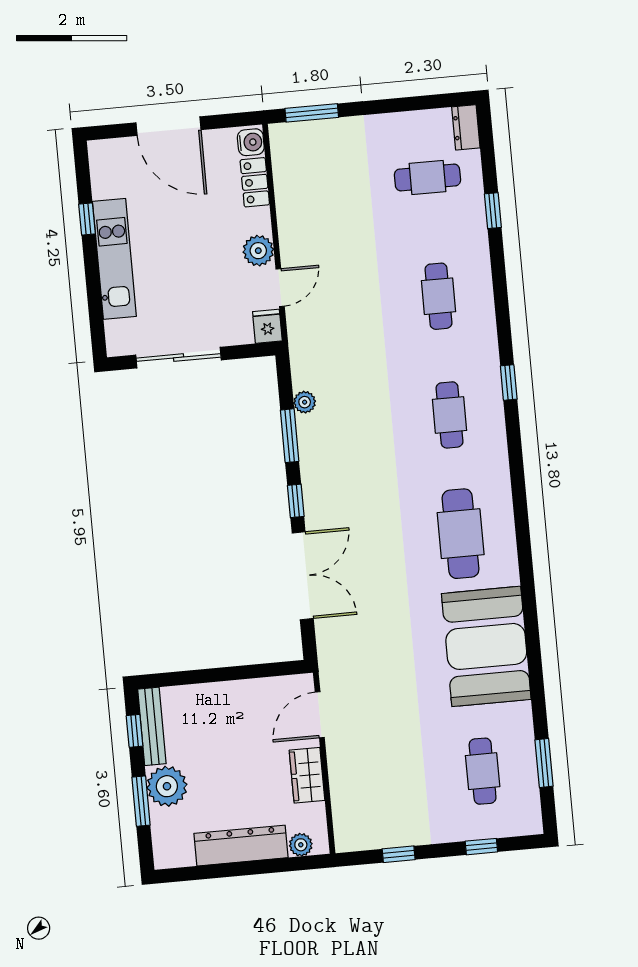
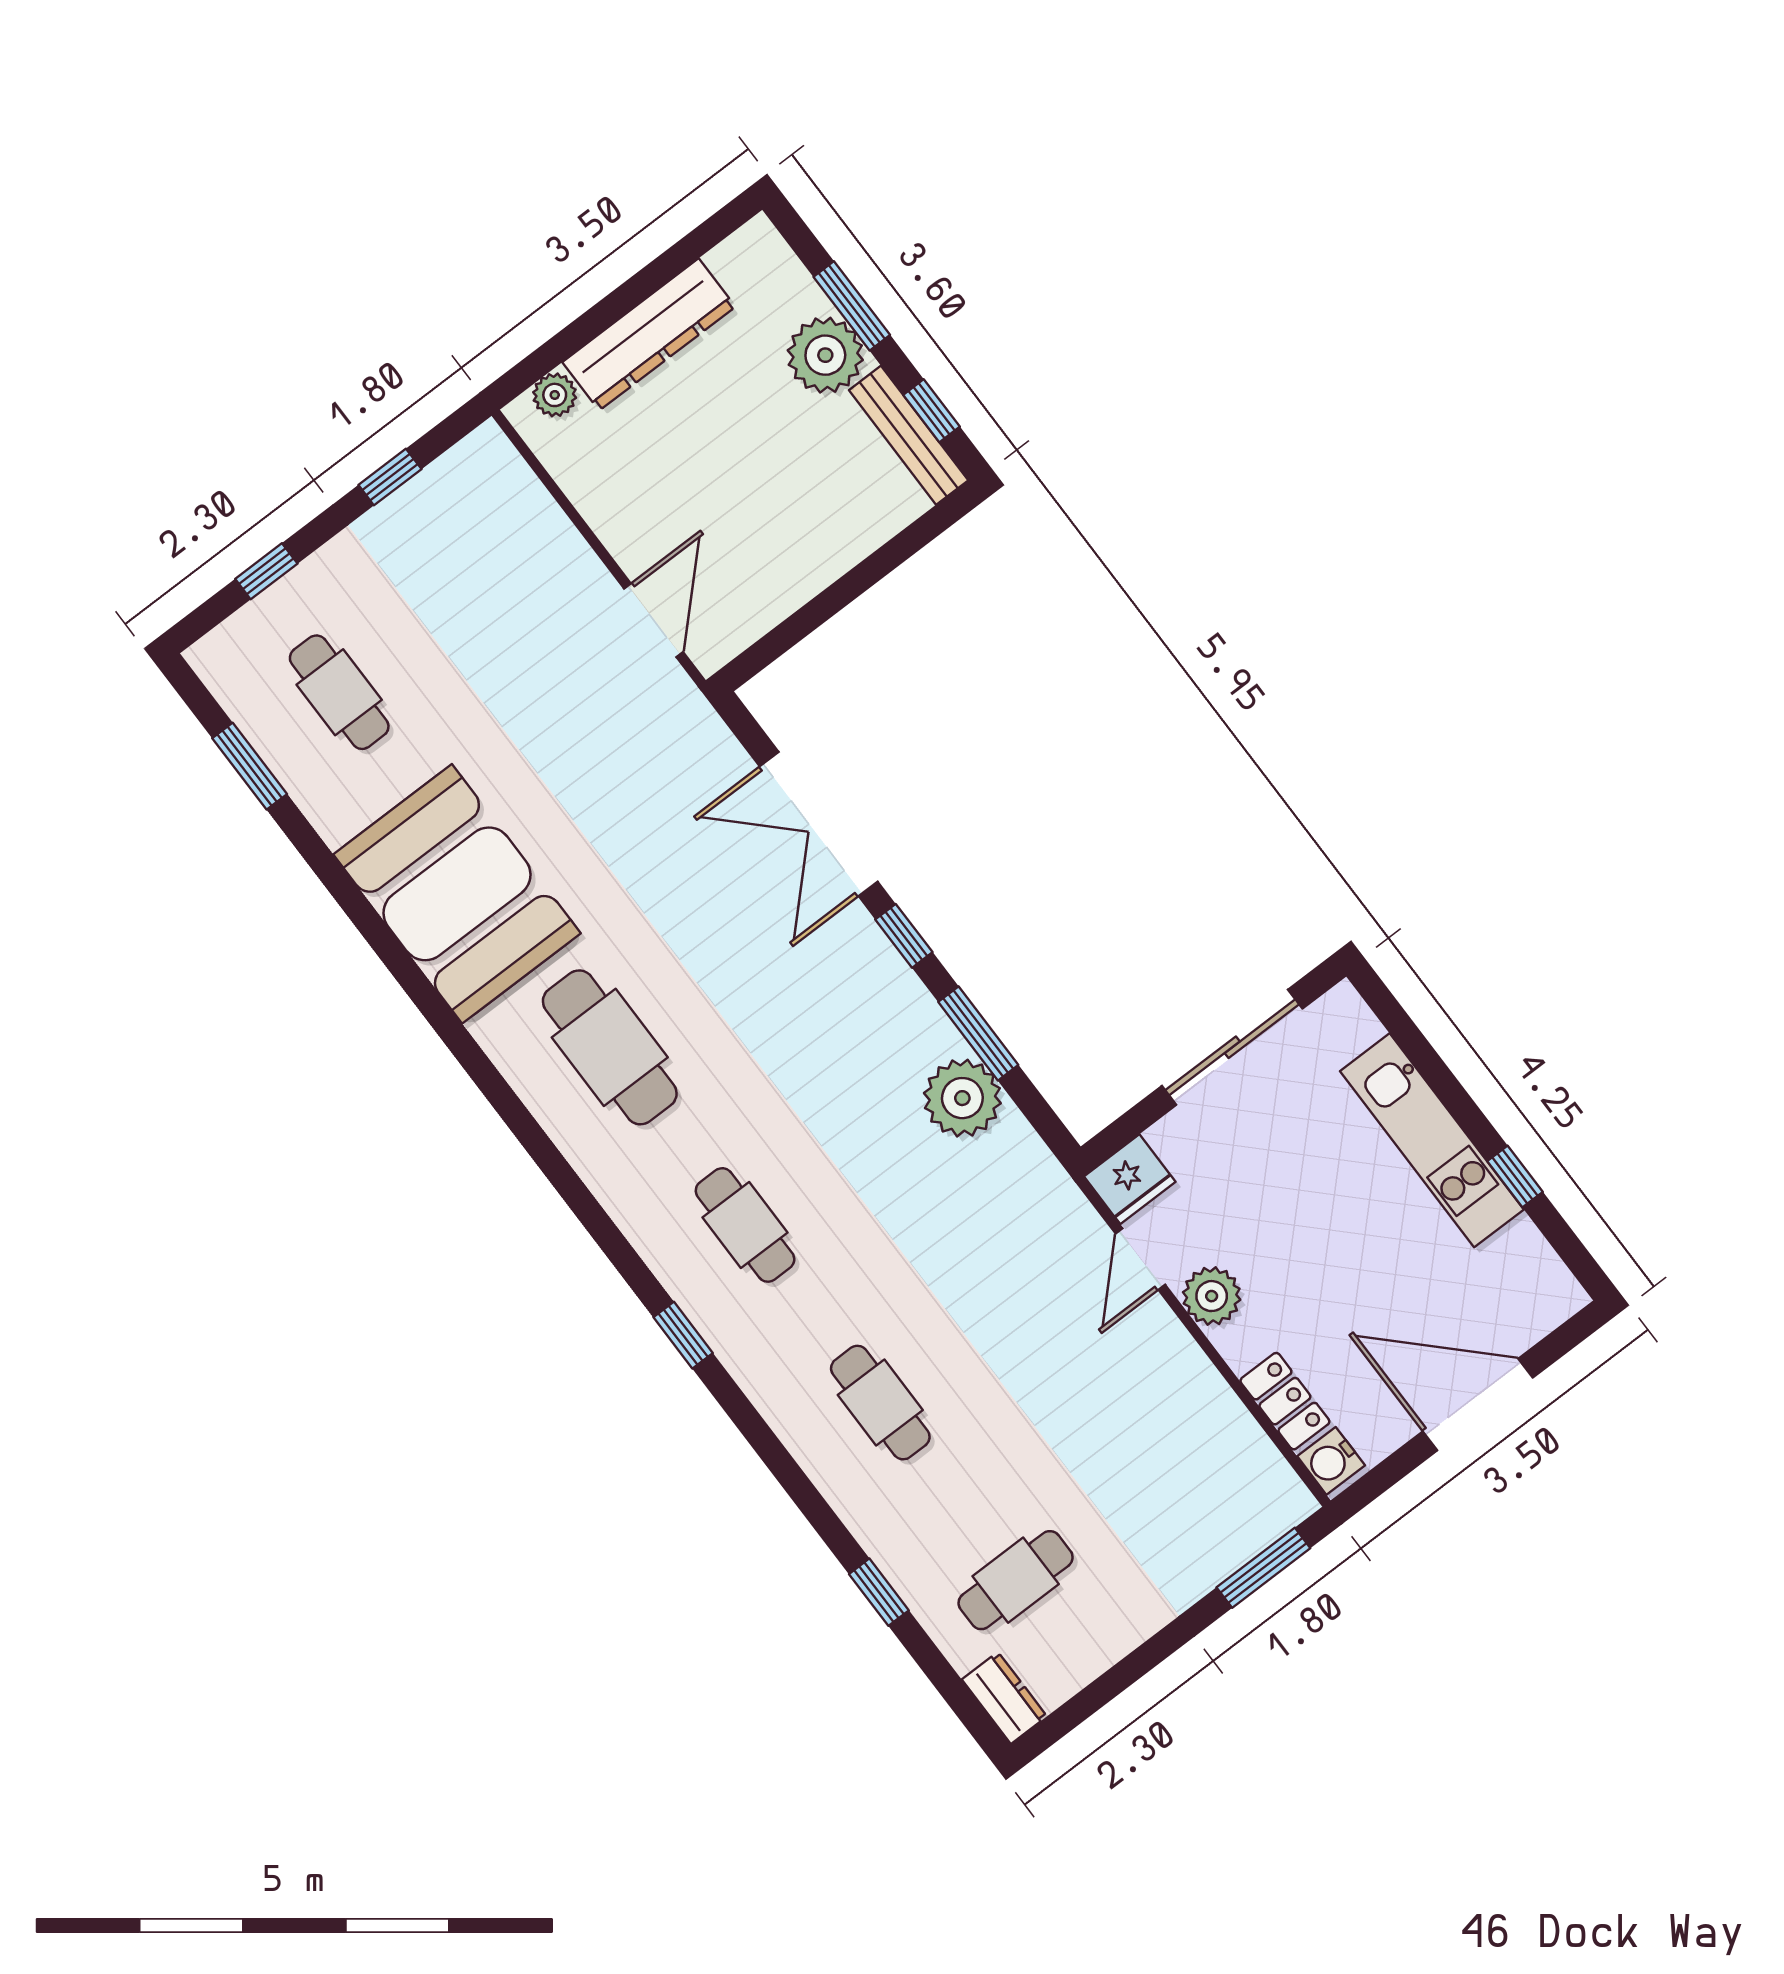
fridge: (267, 326) -> (1130, 1179), width x1.38
plant: (305, 402) -> (962, 1098), width x1.88, depth x1.88
wardrobe: (307, 775) -> (614, 512), removed

